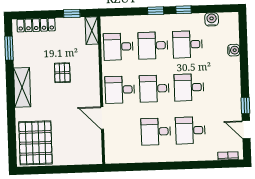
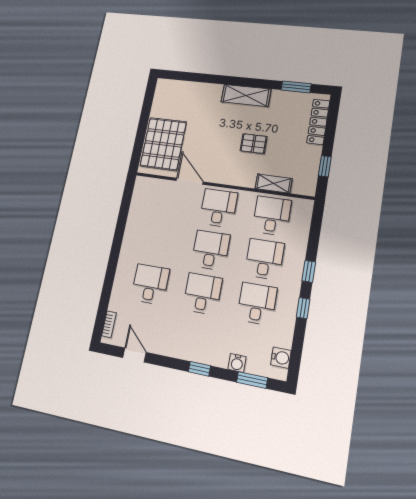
water cooler: (212, 19) -> (281, 358), moved
shelving: (92, 31) -> (274, 183), moved
window: (243, 37) -> (252, 380), added
window: (245, 106) -> (199, 369), moved
door: (102, 118) -> (190, 181), hinge flipped
door: (246, 130) -> (134, 355), hinge flipped
desk: (156, 132) -> (159, 242), removed
pallet: (35, 143) -> (163, 144), moved, turned 90

